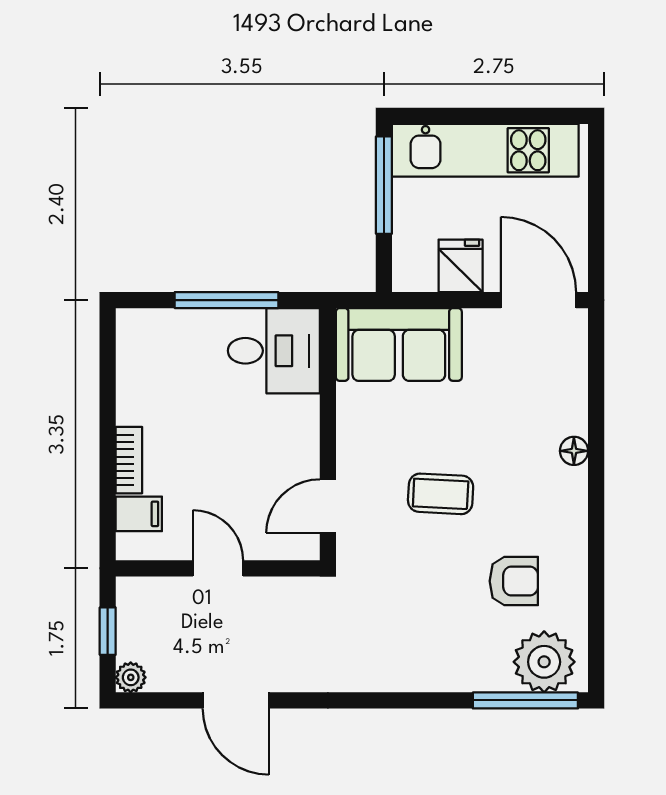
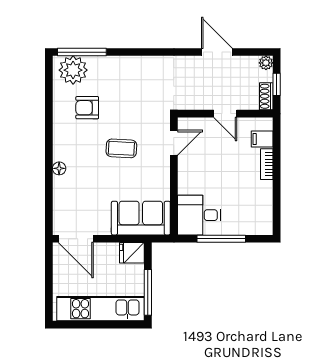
fridge: (461, 266) -> (132, 253), moved, turned 90
shoe rack: (130, 606) -> (266, 96), added

